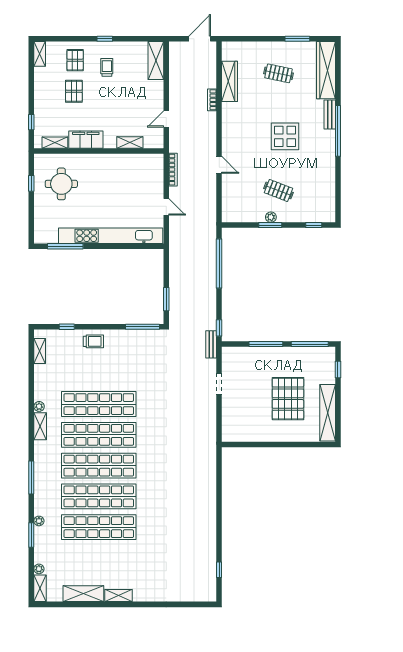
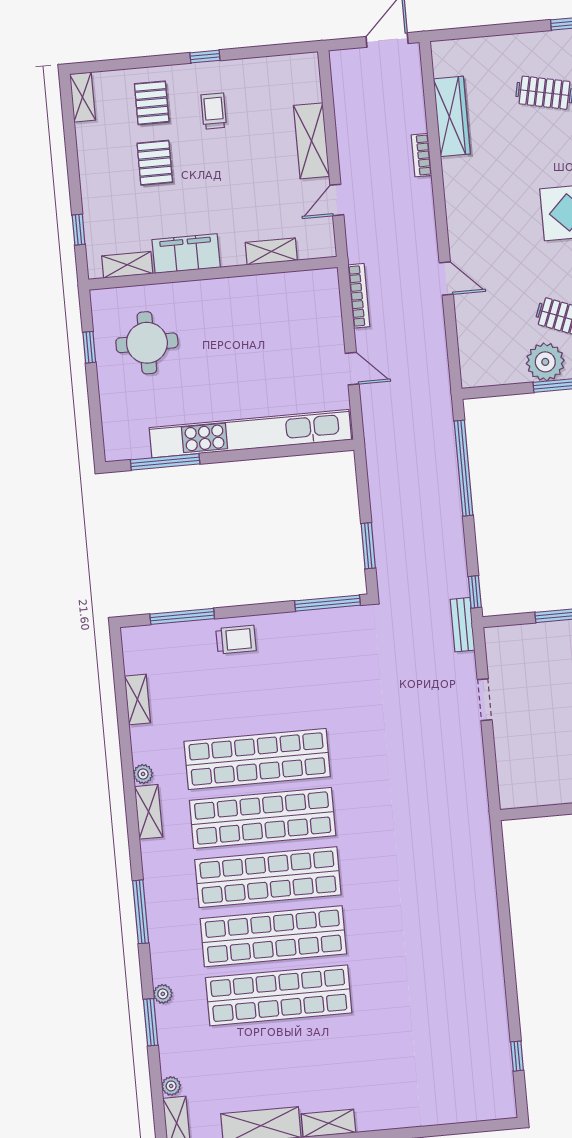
shelving: (156, 61) -> (311, 141), moved
plant: (271, 217) -> (545, 362), width x1.88, depth x1.88
window: (67, 327) -> (182, 616), width x2.17
shelving: (40, 351) -> (137, 699), moved

